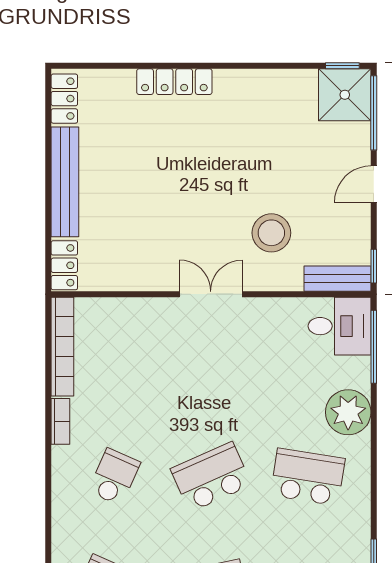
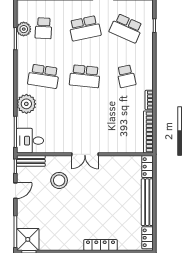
door: (374, 184) -> (15, 191), moved
school desk: (114, 477) -> (126, 76), turned -36
school desk: (211, 477) -> (85, 76), turned 30

